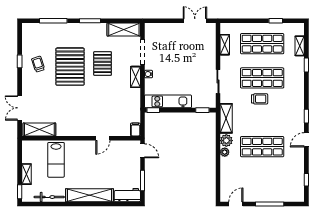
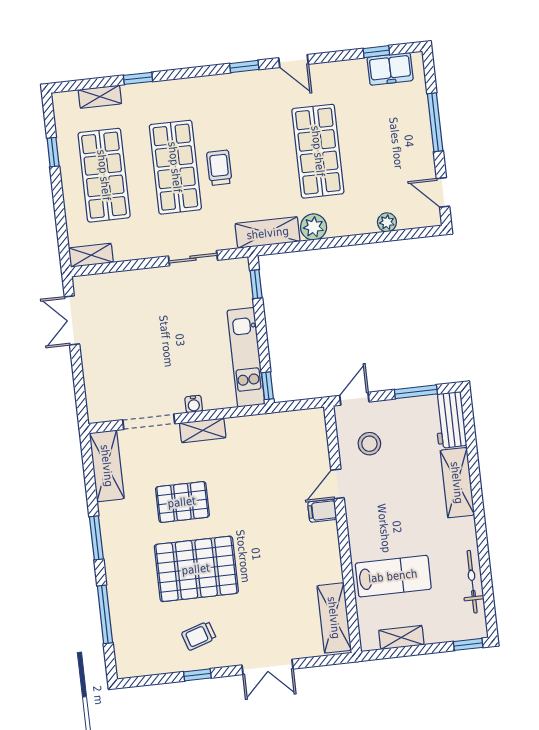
shelving: (225, 45) -> (91, 255), moved
double door: (20, 108) -> (267, 667), moved
filing cabinet: (135, 129) -> (322, 511), moved
door: (103, 138) -> (337, 484), swing flipped
plant: (225, 152) -> (387, 222), moved
stool: (120, 156) -> (369, 444), added
shelving: (26, 174) -> (401, 637), moved
freezer: (297, 185) -> (390, 69), added
shelving: (90, 195) -> (457, 483), width x0.68

